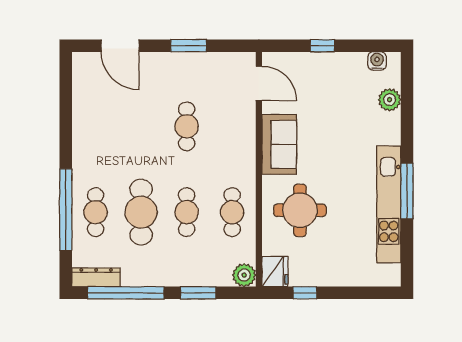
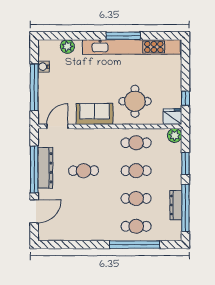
window: (189, 46) -> (34, 169), width x2.11
window: (323, 46) -> (34, 87), width x3.17
water cooler: (377, 61) -> (44, 67), moved
dresser: (191, 64) -> (45, 168), added
kitchen unit: (389, 204) -> (131, 47), width x1.36
cafe table: (141, 212) -> (136, 198), width x0.73, depth x0.74
dresser: (96, 277) -> (176, 205), moved

